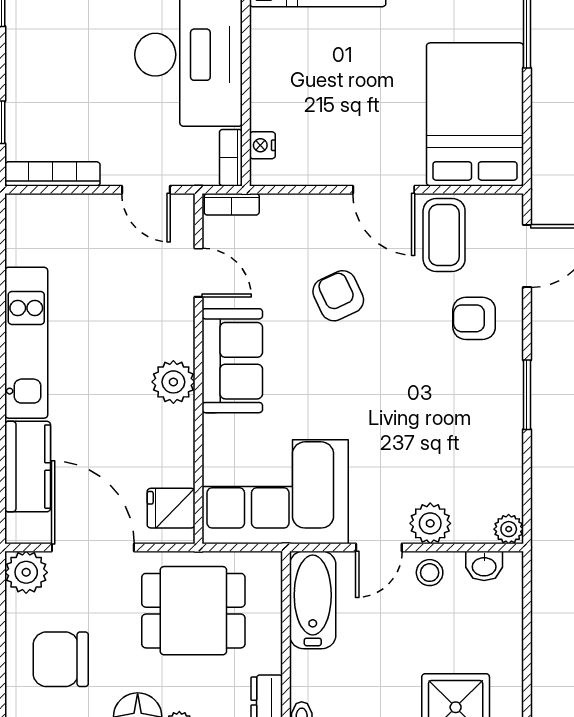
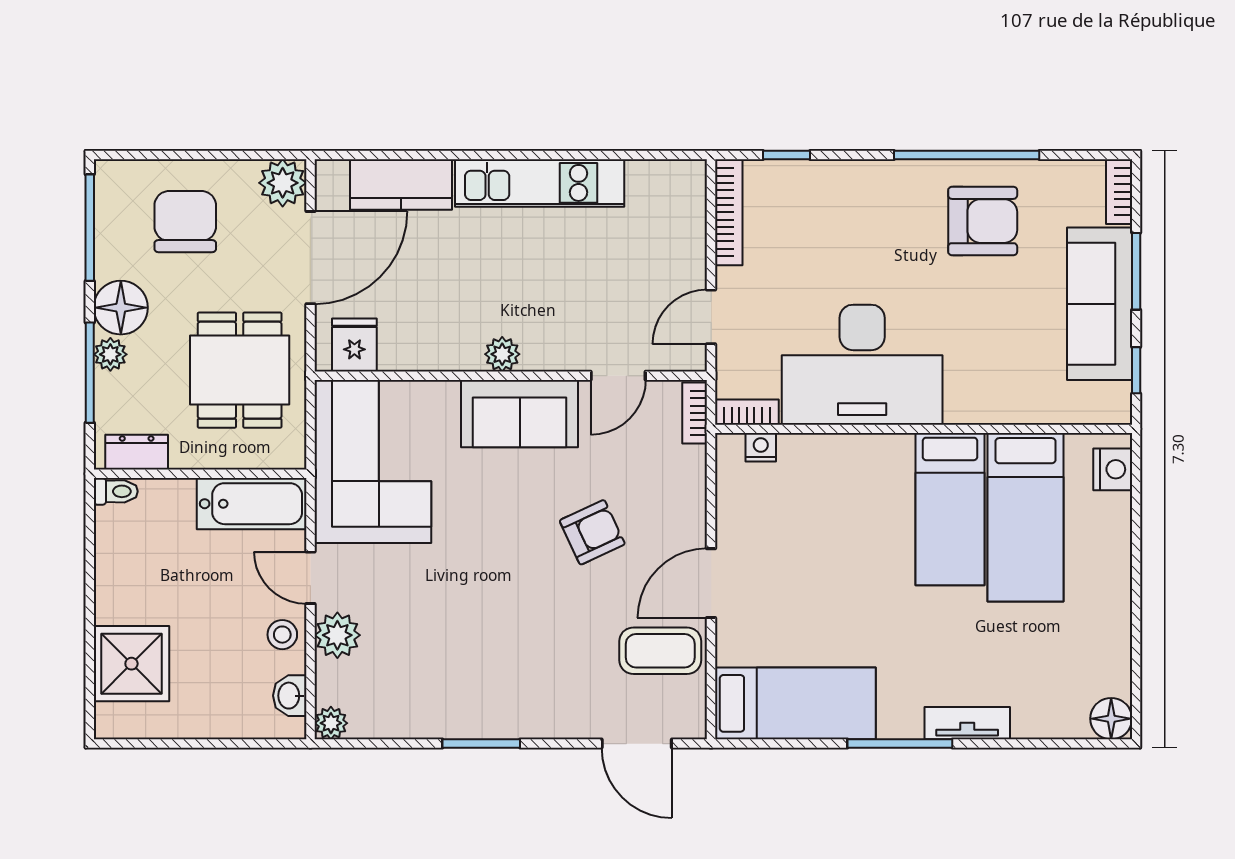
bed: (475, 114) -> (795, 703), width x0.67
armchair: (474, 318) -> (567, 684), removed
plant: (173, 382) -> (502, 354), width x0.73, depth x0.73

